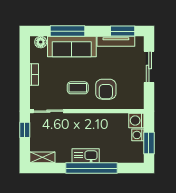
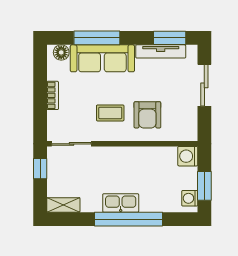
washing machine: (138, 135) -> (190, 198), moved

